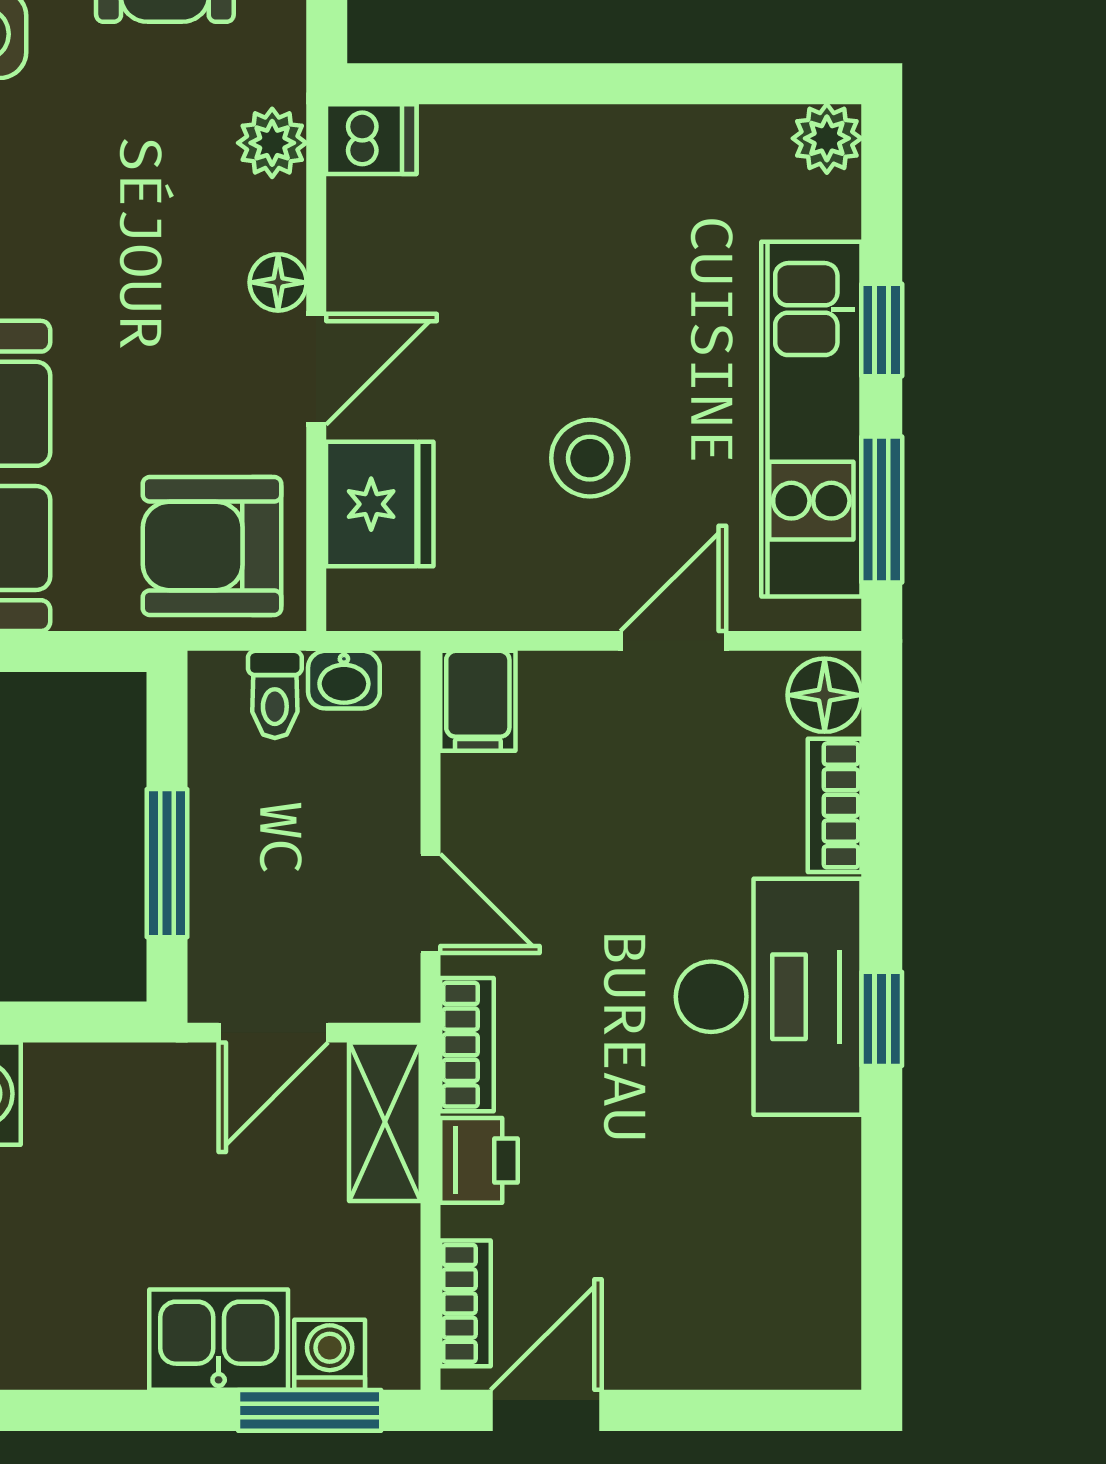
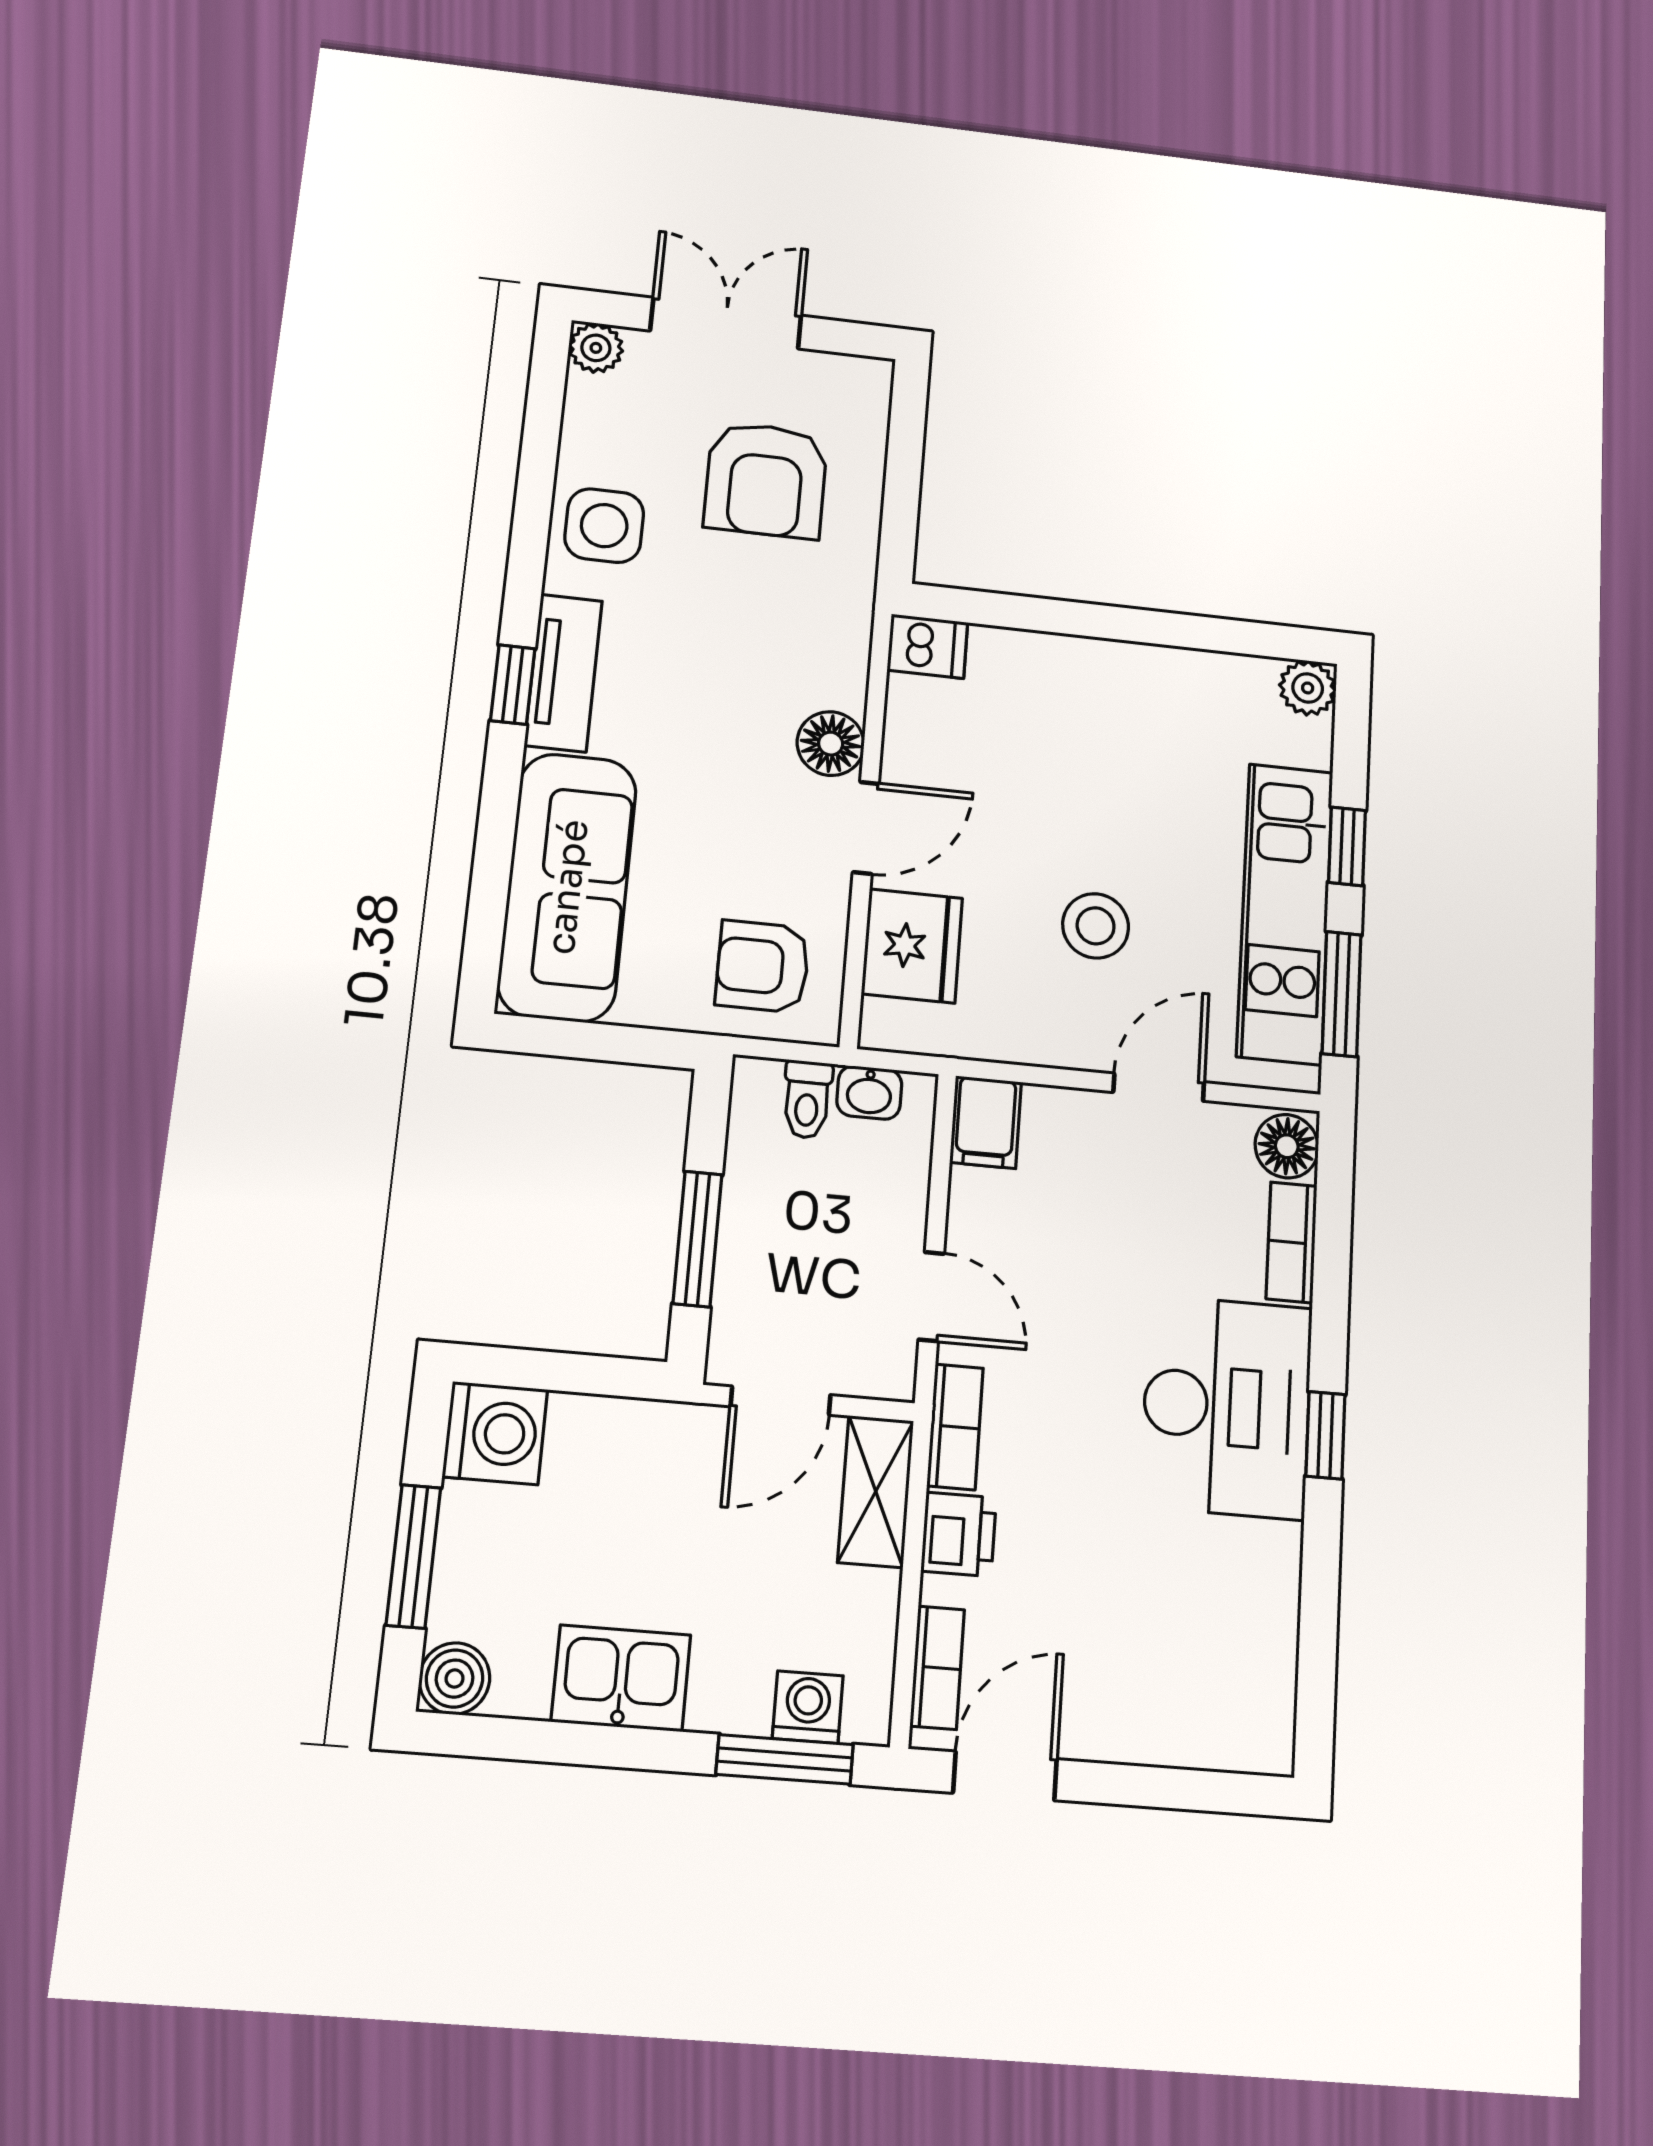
plant: (272, 143) -> (843, 640), removed
floor lamp: (278, 282) -> (831, 744), width x1.37, depth x1.37
armchair: (212, 546) -> (763, 967), width x0.72, depth x0.72
kitchen sink: (219, 1340) -> (621, 1678), moved

